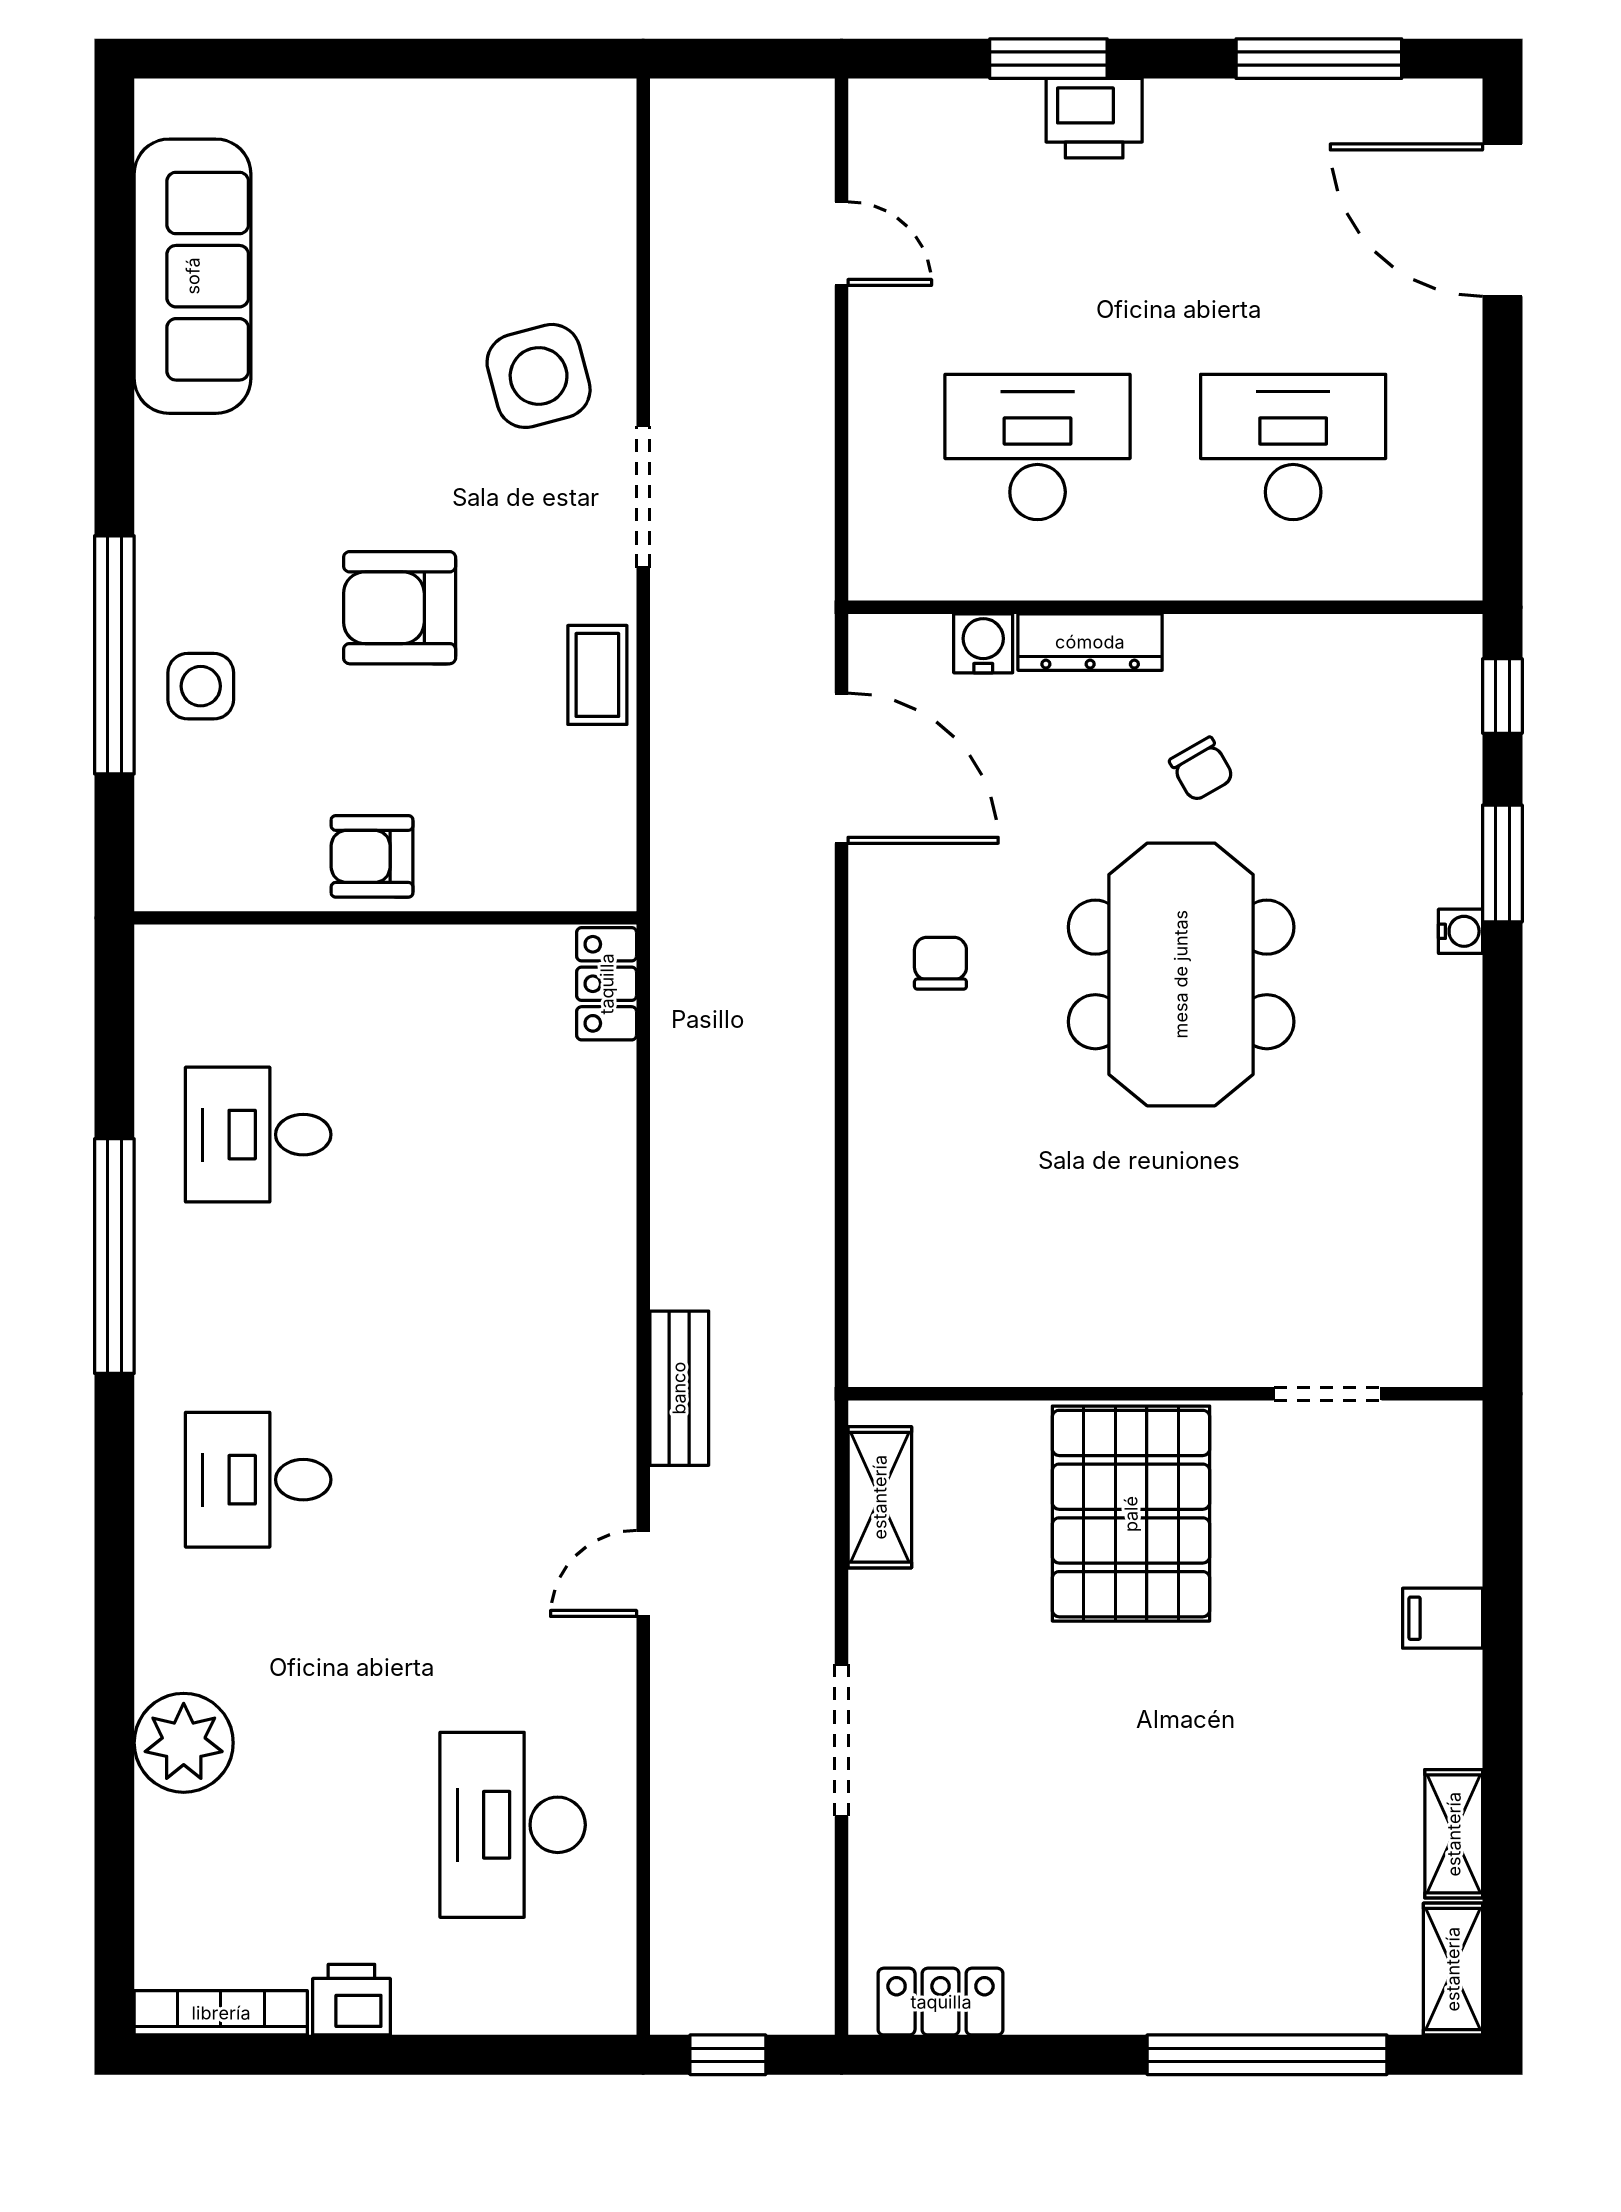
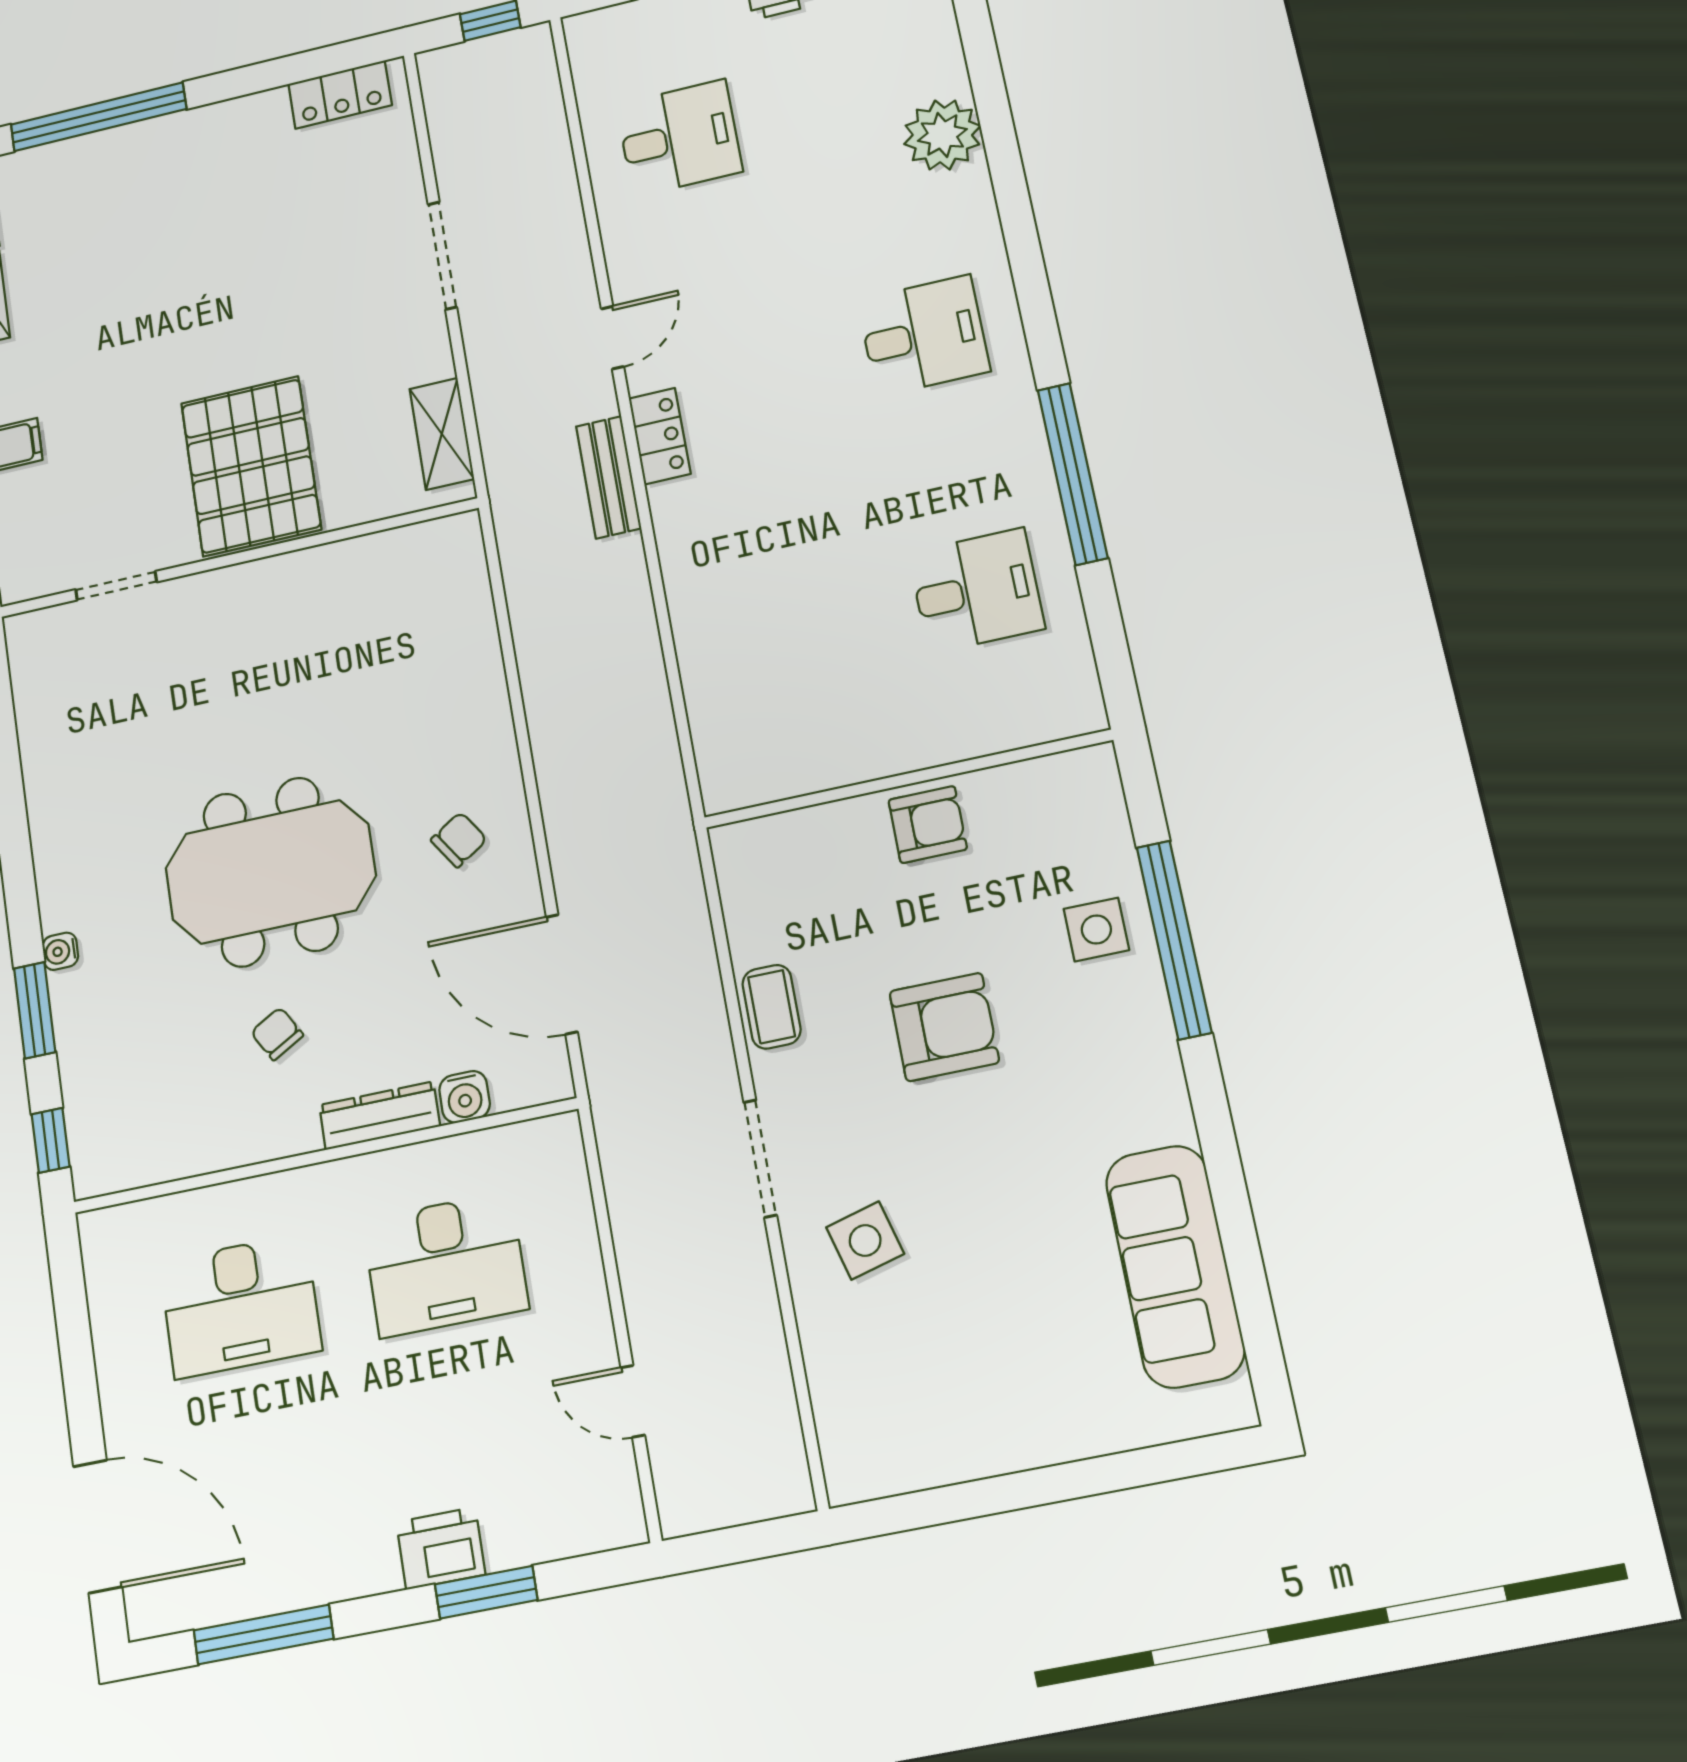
side table: (539, 376) -> (865, 1241), width x0.73, depth x0.73
chair: (940, 963) -> (459, 840), turned -123
meeting table: (1181, 974) -> (270, 872), turned 90
locker: (607, 984) -> (660, 436), moved
desk: (513, 1825) -> (679, 138), width x0.73

